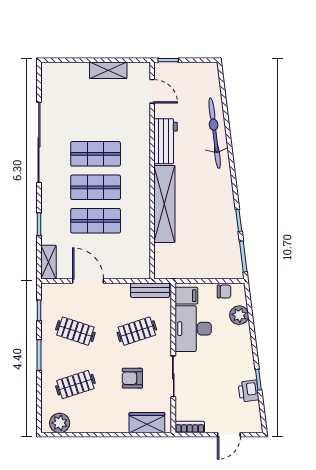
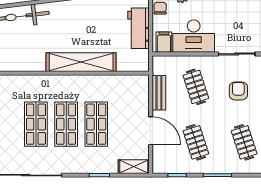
workbench: (166, 141) -> (138, 28), moved, turned -90
door: (88, 281) -> (151, 131), swing flipped
bench: (150, 290) -> (159, 93), moved
clothes rail: (75, 331) -> (196, 142), turned -36
armchair: (132, 378) -> (238, 91), turned 180

